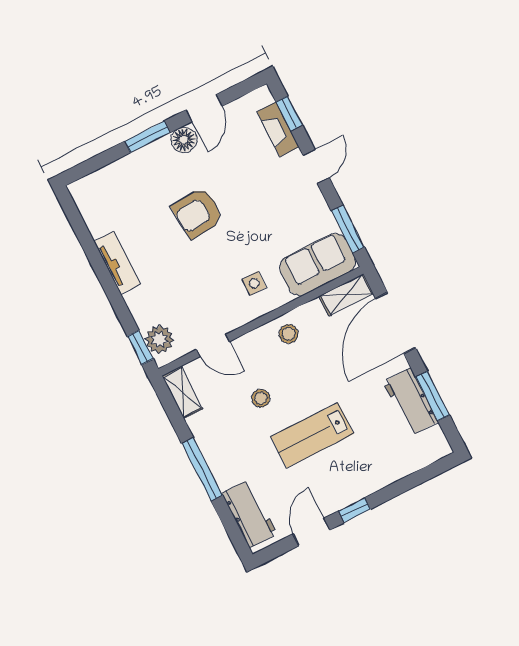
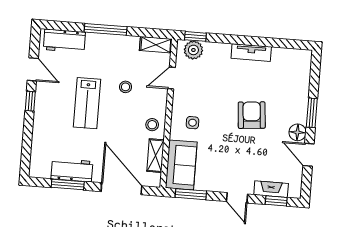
shelving: (346, 295) -> (156, 156), moved
lab bench: (312, 435) -> (87, 103), turned 180

